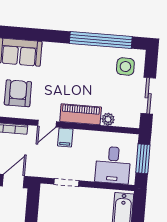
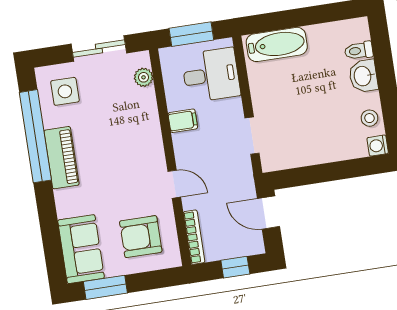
piano: (81, 114) -> (61, 158), moved, turned 180
plant: (108, 119) -> (144, 77), moved
filing cabinet: (65, 137) -> (183, 121), moved

